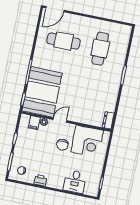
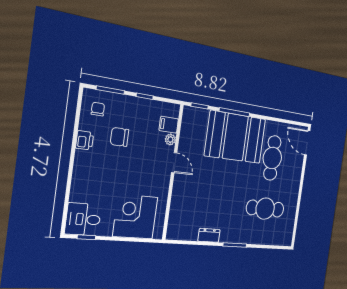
booth: (42, 92) -> (235, 137), moved
dresser: (108, 120) -> (209, 235), moved
corner desk: (87, 141) -> (135, 217), moved, turned 90
chair: (62, 145) -> (120, 137), moved
desk: (75, 181) -> (83, 219), moved

